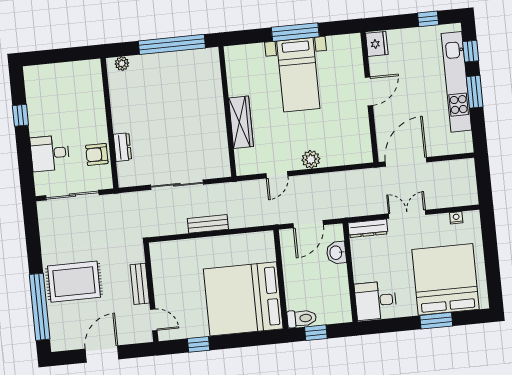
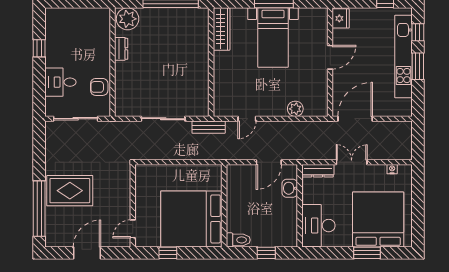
plant: (122, 64) -> (128, 19), width x1.87, depth x1.87
wardrobe: (241, 122) -> (222, 29), moved
dresser: (122, 147) -> (121, 49), moved
plant: (311, 159) -> (295, 109), moved
bench: (208, 224) -> (209, 127), moved
wall: (281, 279) -> (224, 206), moved
bench: (140, 284) -> (124, 198), removed
bed: (243, 299) -> (191, 219), moved
desk: (376, 301) -> (318, 226), width x1.37
toilet: (302, 318) -> (238, 240), moved
door: (154, 320) -> (133, 229), swing flipped

